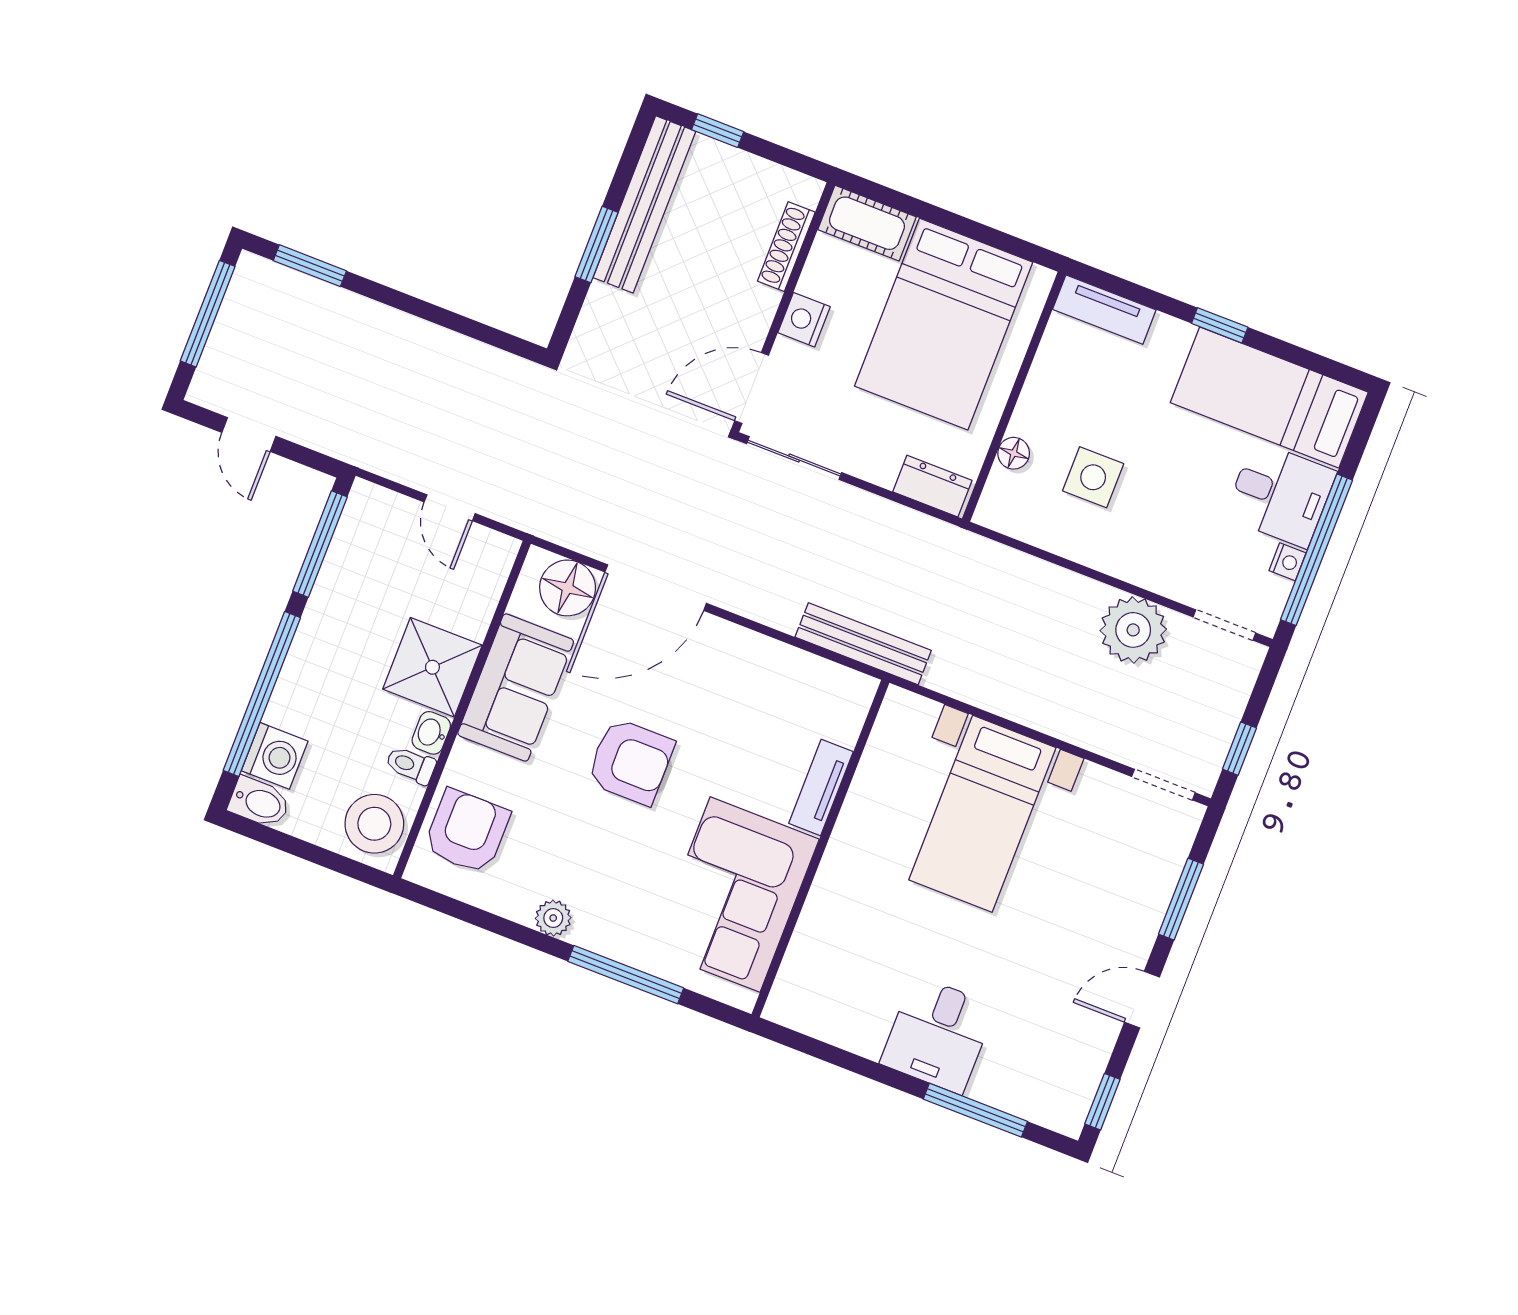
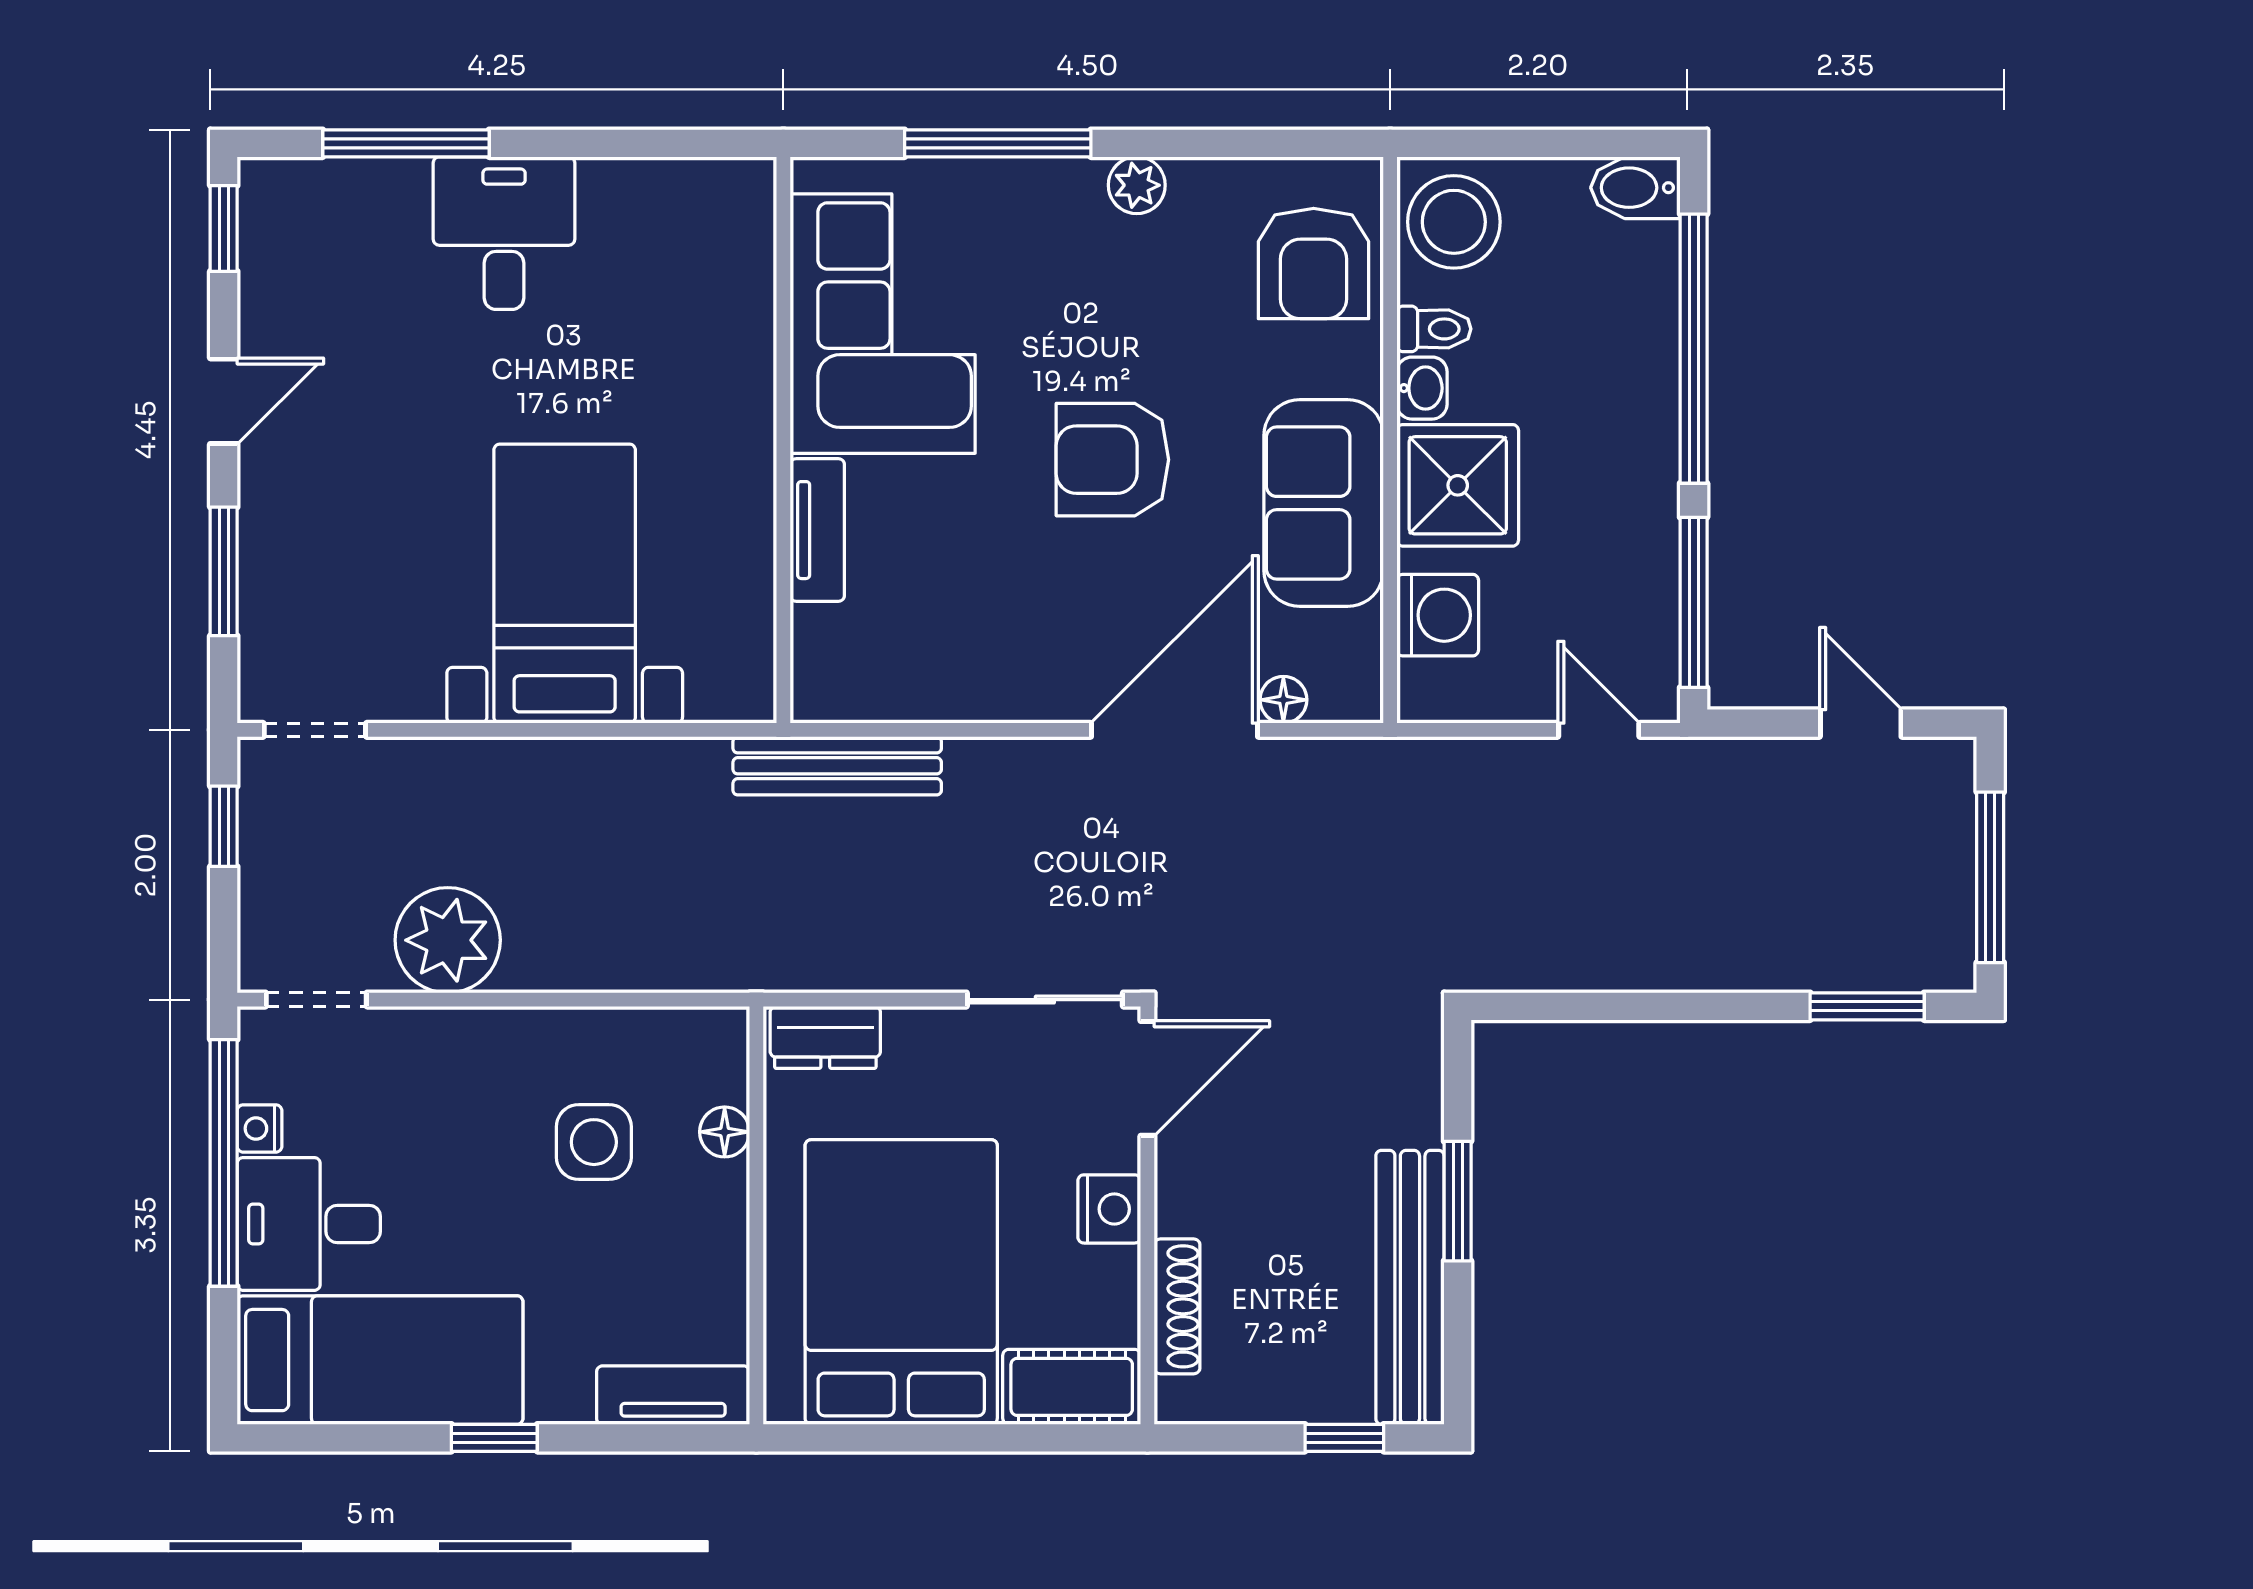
door: (450, 508) -> (1599, 730), moved
floor lamp: (568, 588) -> (1283, 700), width x0.53, depth x0.53
washing machine: (275, 756) -> (1438, 615), moved, turned 180

